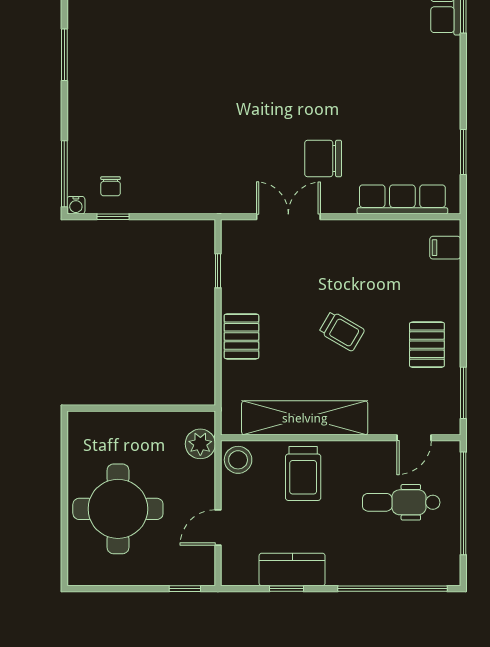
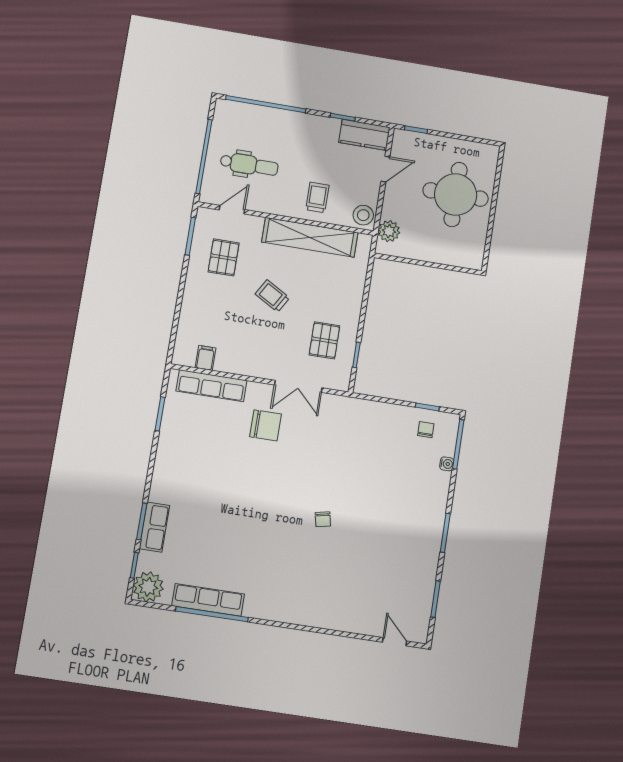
chair: (228, 48) -> (323, 519), added
water cooler: (76, 205) -> (447, 464), moved, turned 90
filing cabinet: (445, 248) -> (206, 358), moved, turned -90
pallet: (241, 336) -> (324, 340), moved
pallet: (427, 345) -> (224, 257), moved
trolley: (303, 473) -> (317, 197), width x0.73, depth x0.72
kitchen counter: (292, 570) -> (364, 135), moved

